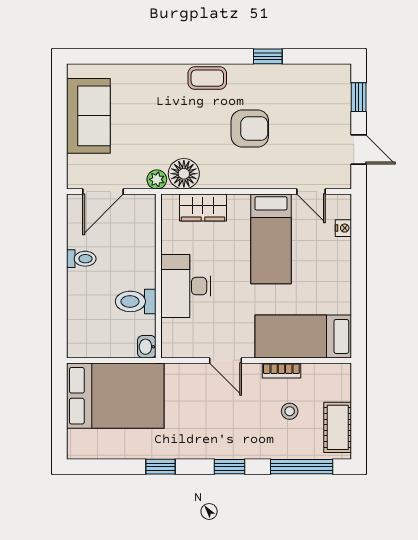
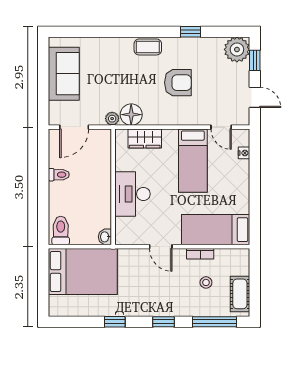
plant: (333, 82) -> (237, 49), added
toilet: (136, 301) -> (61, 231), moved, turned 90

